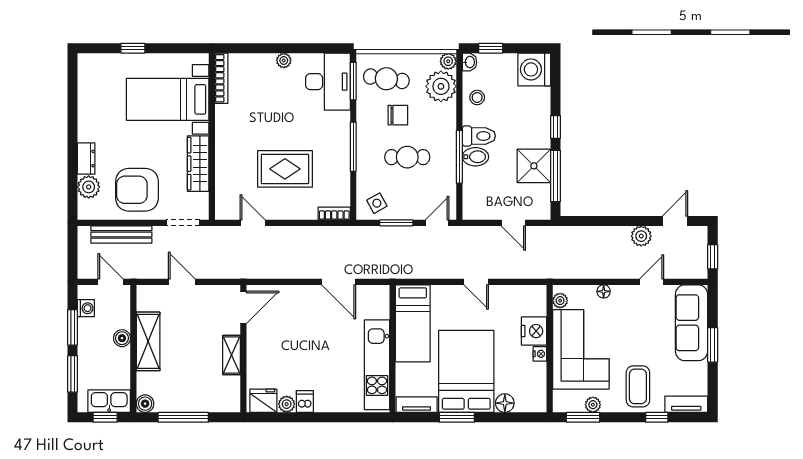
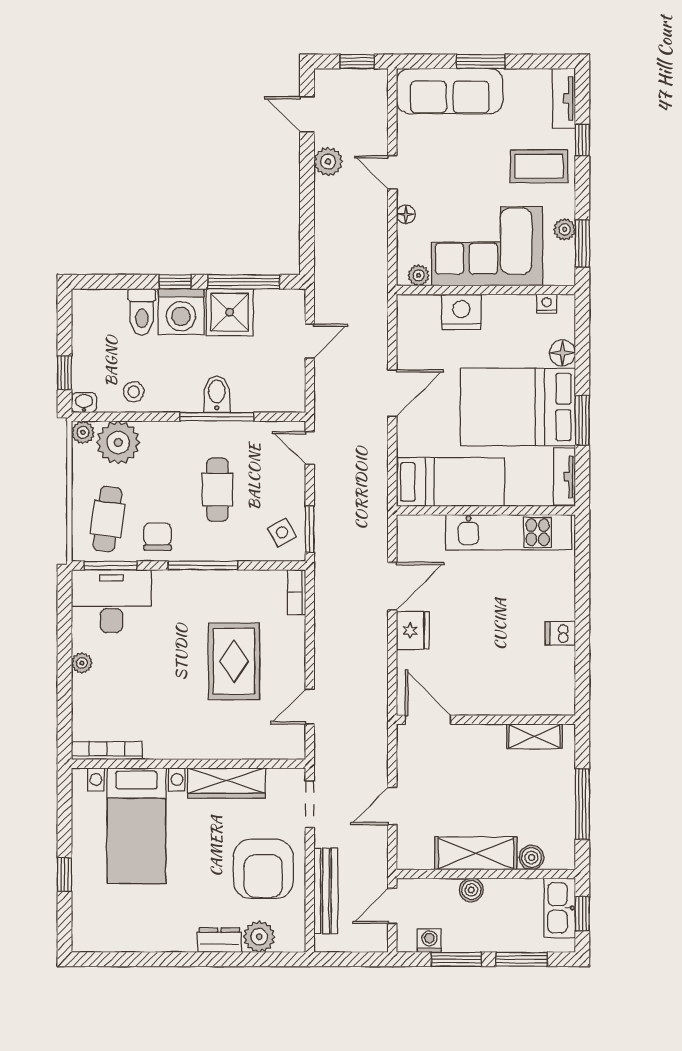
washing machine: (534, 69) -> (181, 312), moved
chair: (398, 115) -> (158, 537), moved
toilet: (479, 136) -> (142, 312), moved, turned 180
window: (396, 223) -> (310, 529), moved
door: (476, 282) -> (392, 393), width x1.38
door: (652, 282) -> (392, 172), moved
nightstand: (540, 354) -> (547, 304), moved
shelving: (232, 355) -> (534, 736), moved
fridge: (263, 401) -> (413, 631), moved, turned 180
boiler: (145, 404) -> (531, 858), moved
plant: (287, 404) -> (564, 659), removed

